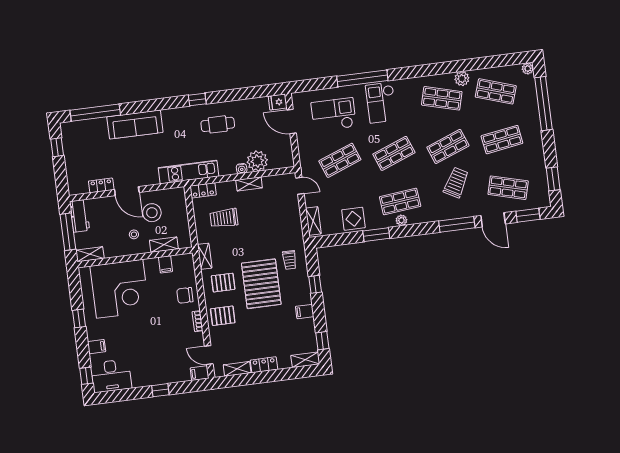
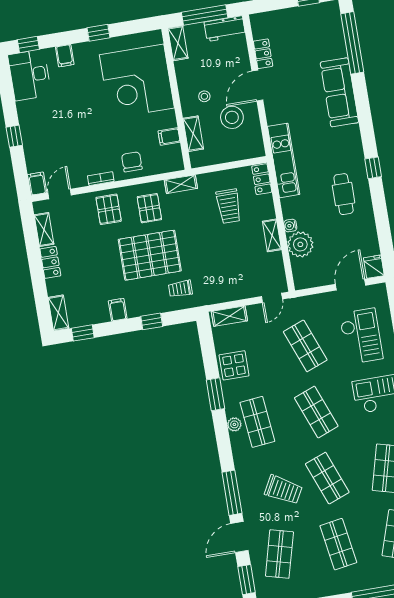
trolley: (224, 218) -> (229, 206), turned 180

